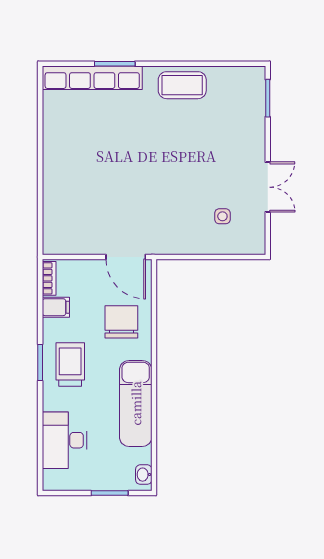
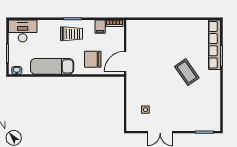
coffee table: (182, 85) -> (187, 72), moved, turned -35
chair: (121, 322) -> (93, 59), turned 180
desk: (65, 440) -> (23, 31), moved

